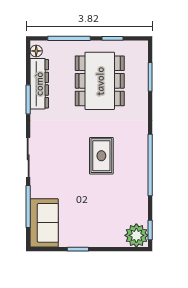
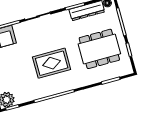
rug: (101, 156) -> (52, 63), width x1.36, depth x1.43

